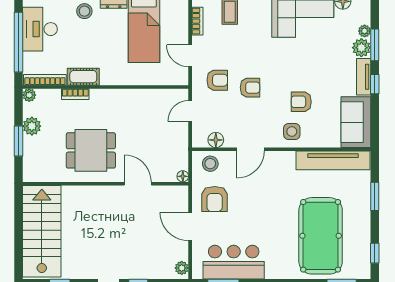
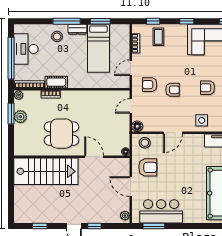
door: (190, 56) -> (131, 68), hinge flipped
armchair: (217, 80) -> (150, 85), turned 180
armchair: (301, 102) -> (208, 88), moved
floor lamp: (216, 140) -> (137, 126), moved
window: (19, 141) -> (11, 114), moved
armchair: (215, 199) -> (148, 167), turned -90
stairs: (42, 231) -> (46, 171), moved, turned 90

